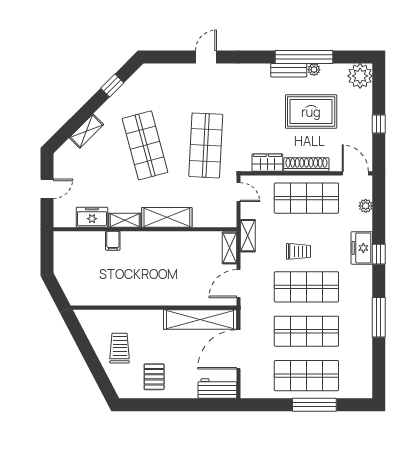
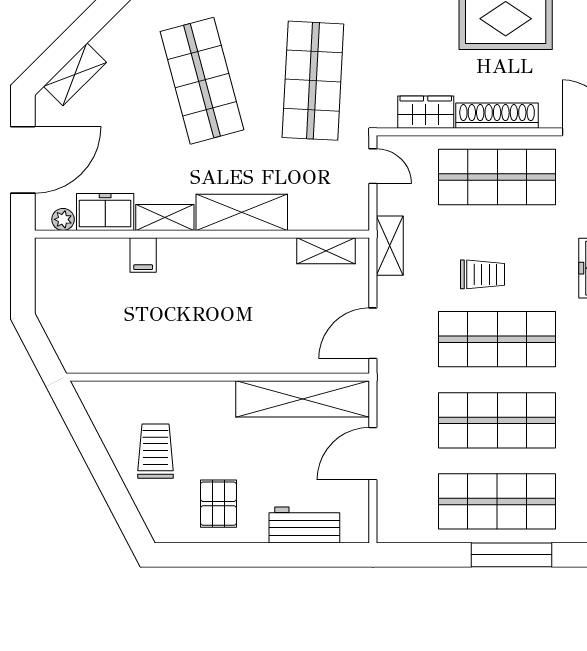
shelving: (86, 131) -> (75, 74), moved
door: (47, 189) -> (23, 160), width x1.87
plant: (69, 221) -> (63, 219), added
shelving: (229, 248) -> (326, 251), moved, turned 90
door: (239, 349) -> (373, 454), width x0.73
workbench: (217, 388) -> (304, 525), moved

